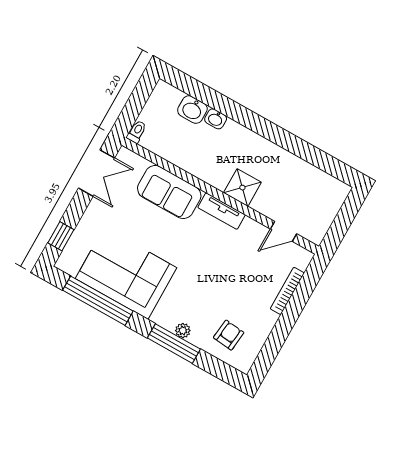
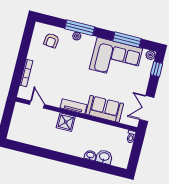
door: (283, 231) -> (37, 105), hinge flipped
plant: (65, 263) -> (151, 55), added
window: (98, 301) -> (127, 40), width x0.68

